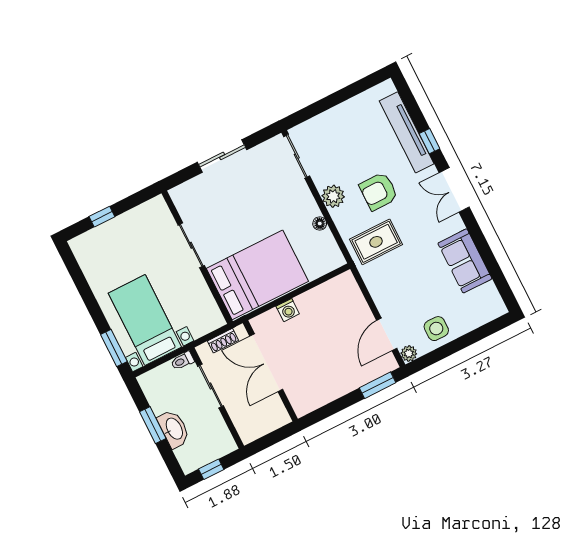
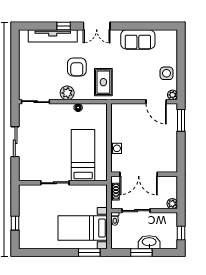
bed: (257, 275) -> (83, 155), width x0.67
plant: (248, 434) -> (172, 204), added

